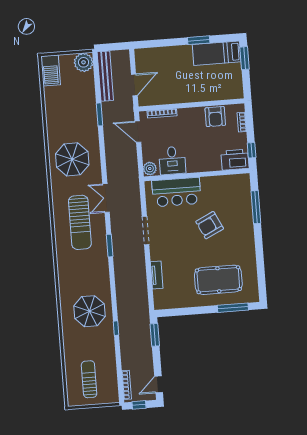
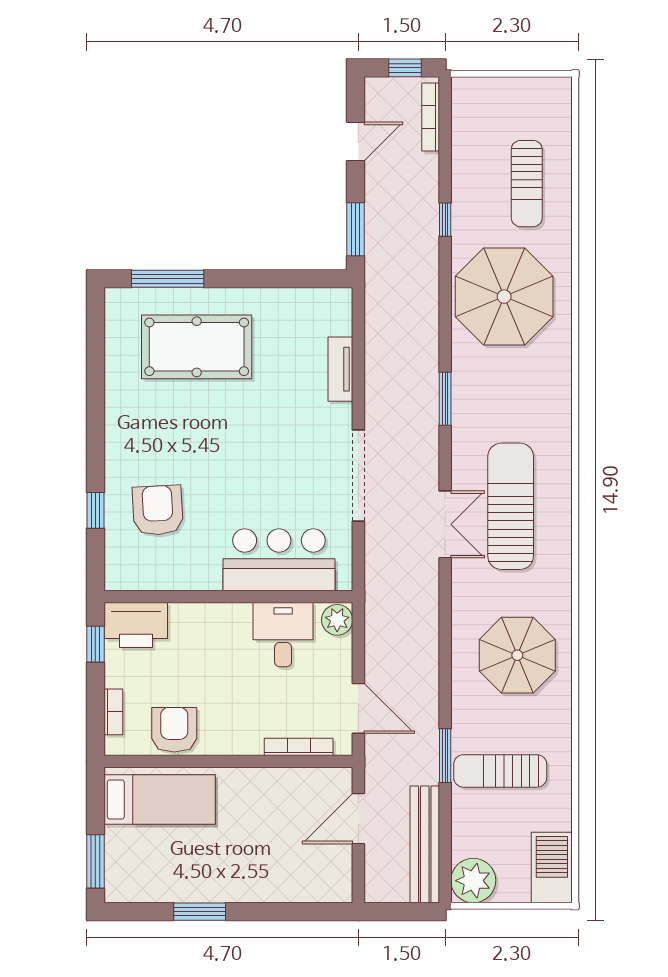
bed: (217, 53) -> (160, 800), moved
sun lounger: (76, 110) -> (500, 771), added
double door: (106, 198) -> (445, 524), moved
window: (256, 207) -> (95, 510), width x0.46
armchair: (210, 225) -> (158, 510), moved, turned -67
doorway: (145, 230) -> (358, 475), width x1.36
window: (110, 246) -> (445, 399), moved
parasol: (90, 311) -> (504, 297), width x1.36, depth x1.36
window: (116, 328) -> (445, 220), moved
sun lounger: (89, 379) -> (527, 184), moved
door: (159, 384) -> (356, 141), moved

